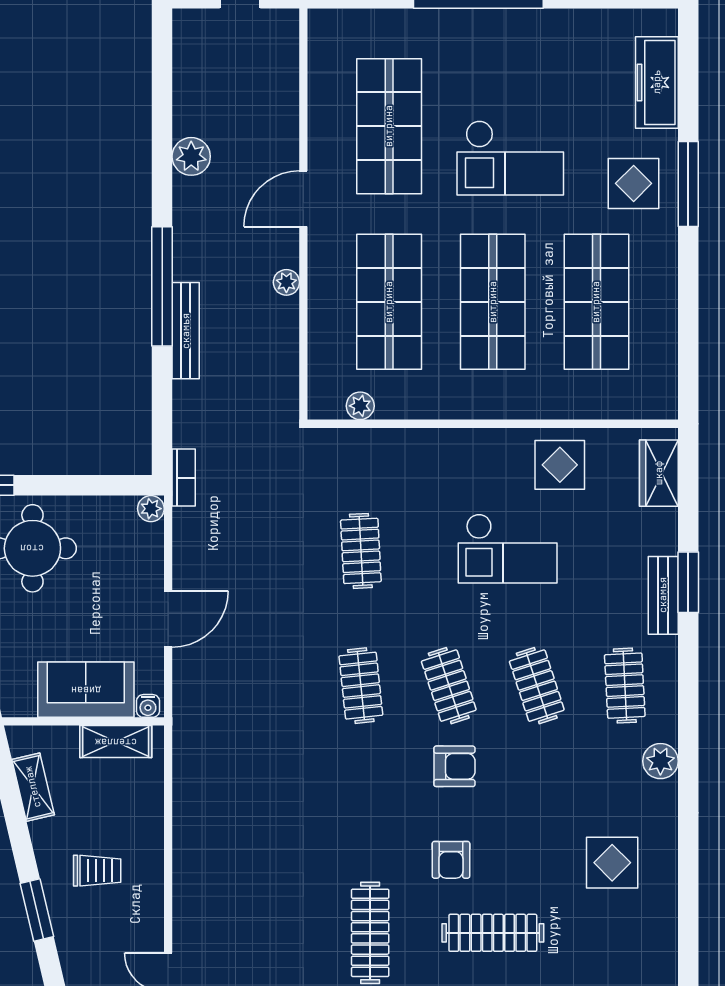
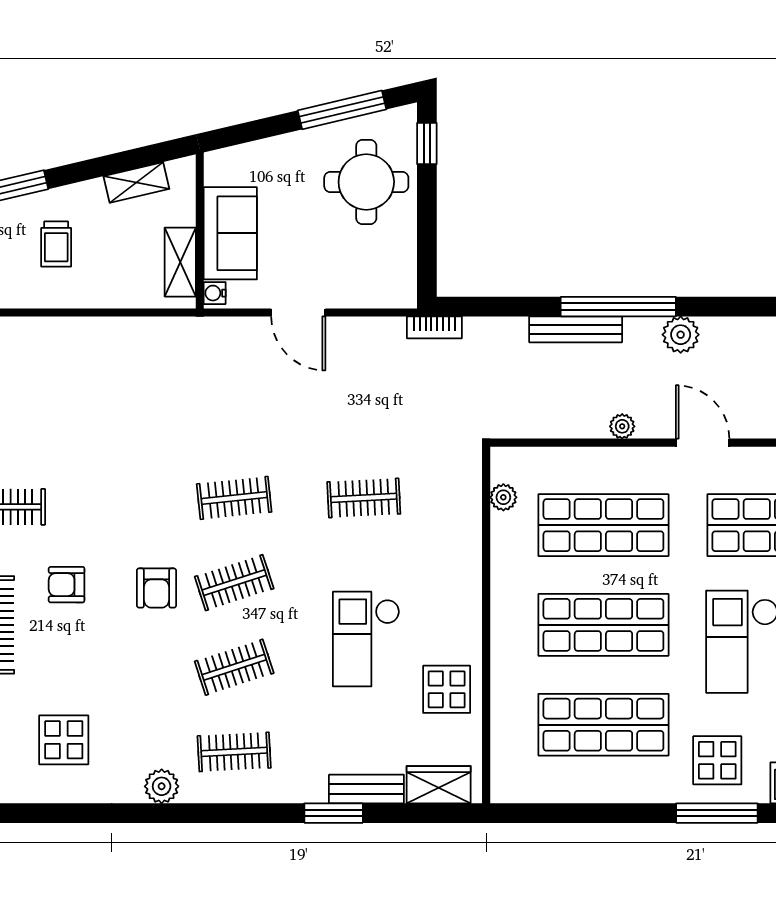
plant: (191, 156) -> (681, 335), moved
plant: (151, 509) -> (404, 296), removed
bench: (663, 595) -> (366, 789), moved

